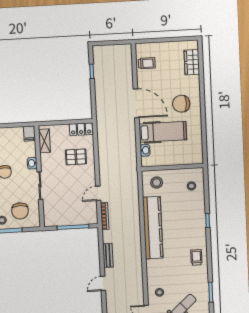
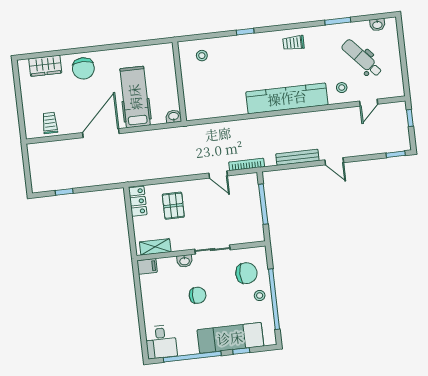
chair: (181, 104) -> (83, 68), moved
washbasin: (145, 150) -> (174, 116), moved
stool: (157, 182) -> (200, 101), removed
kitchen counter: (153, 228) -> (287, 98), moved
bench: (108, 255) -> (297, 157), width x1.36

